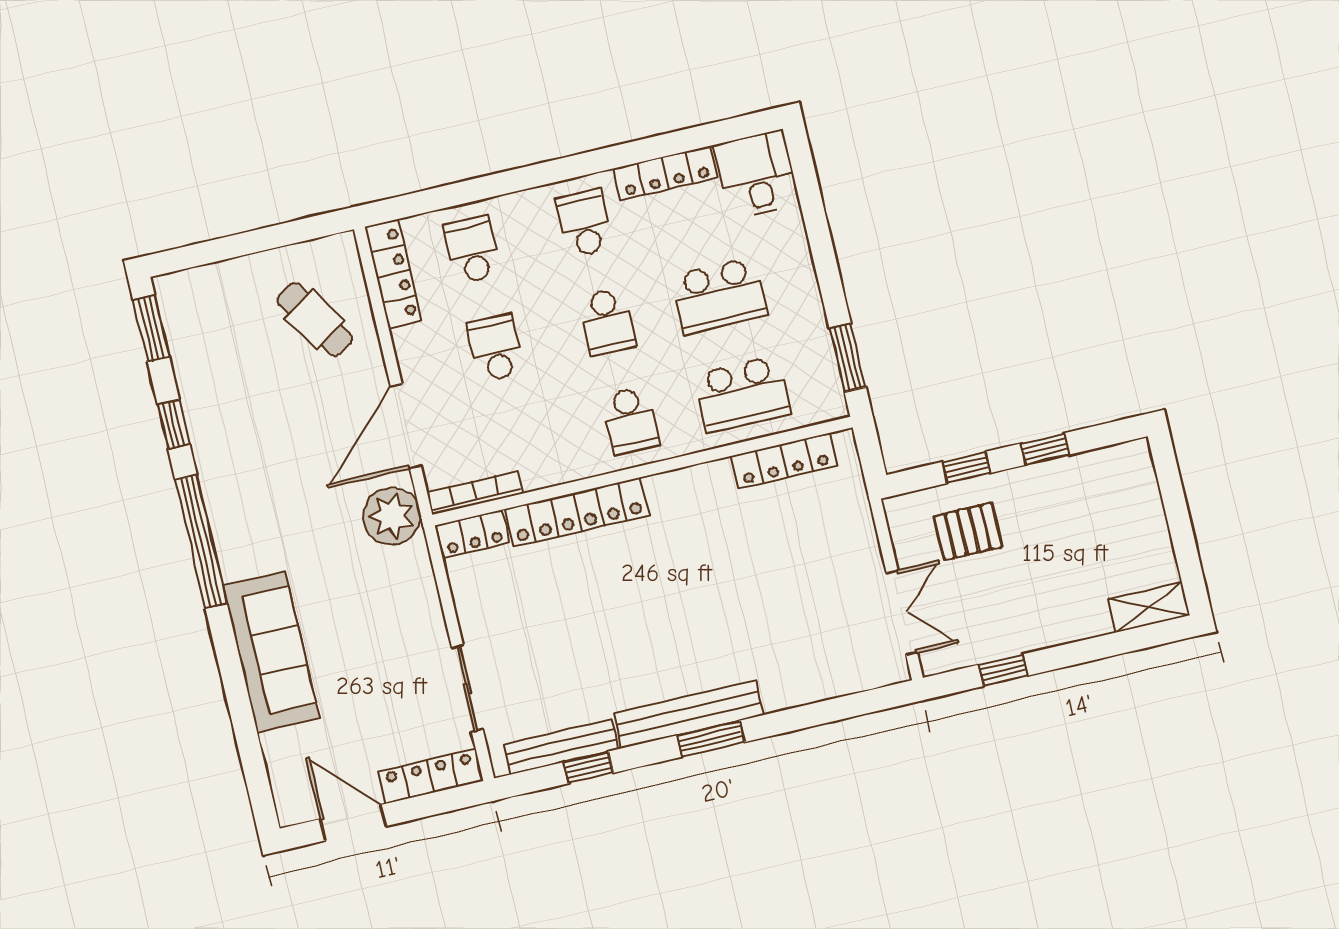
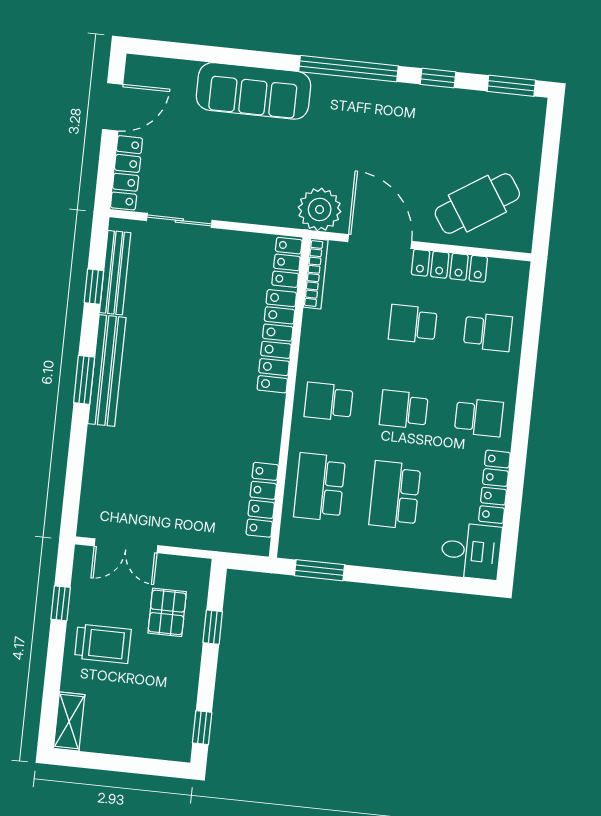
locker: (393, 274) -> (449, 266), moved
cafe table: (315, 319) -> (477, 204), width x1.37, depth x1.35
school desk: (496, 348) -> (413, 324), turned 180
window: (1045, 449) -> (202, 728), moved
trolley: (1036, 599) -> (103, 644), added

